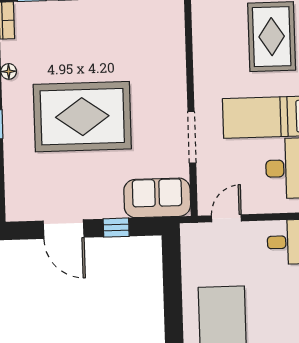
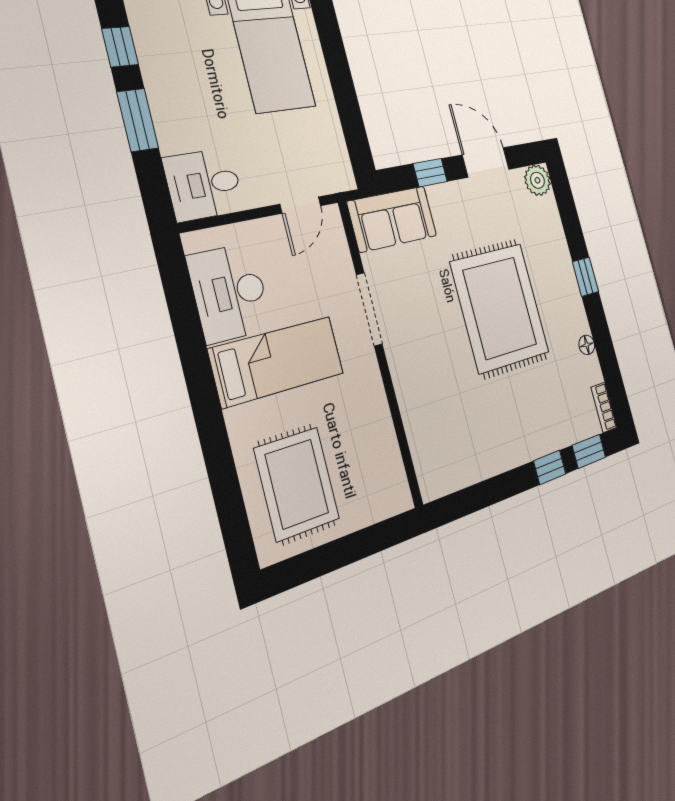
rug: (82, 117) -> (500, 308), turned 90
plant: (18, 209) -> (537, 180), added

